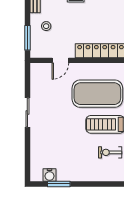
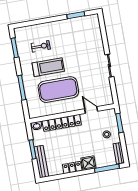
door: (60, 60) -> (91, 110), hinge flipped
water cooler: (50, 175) -> (84, 21), removed

